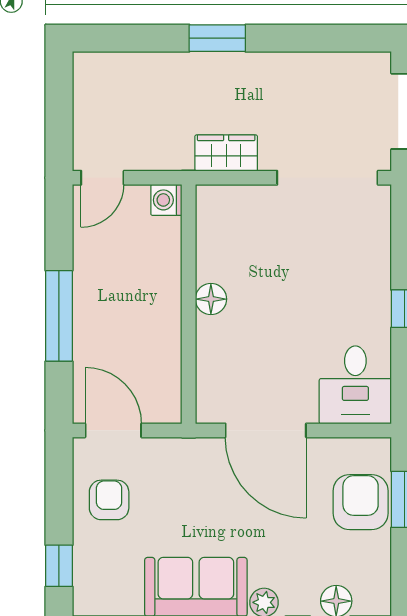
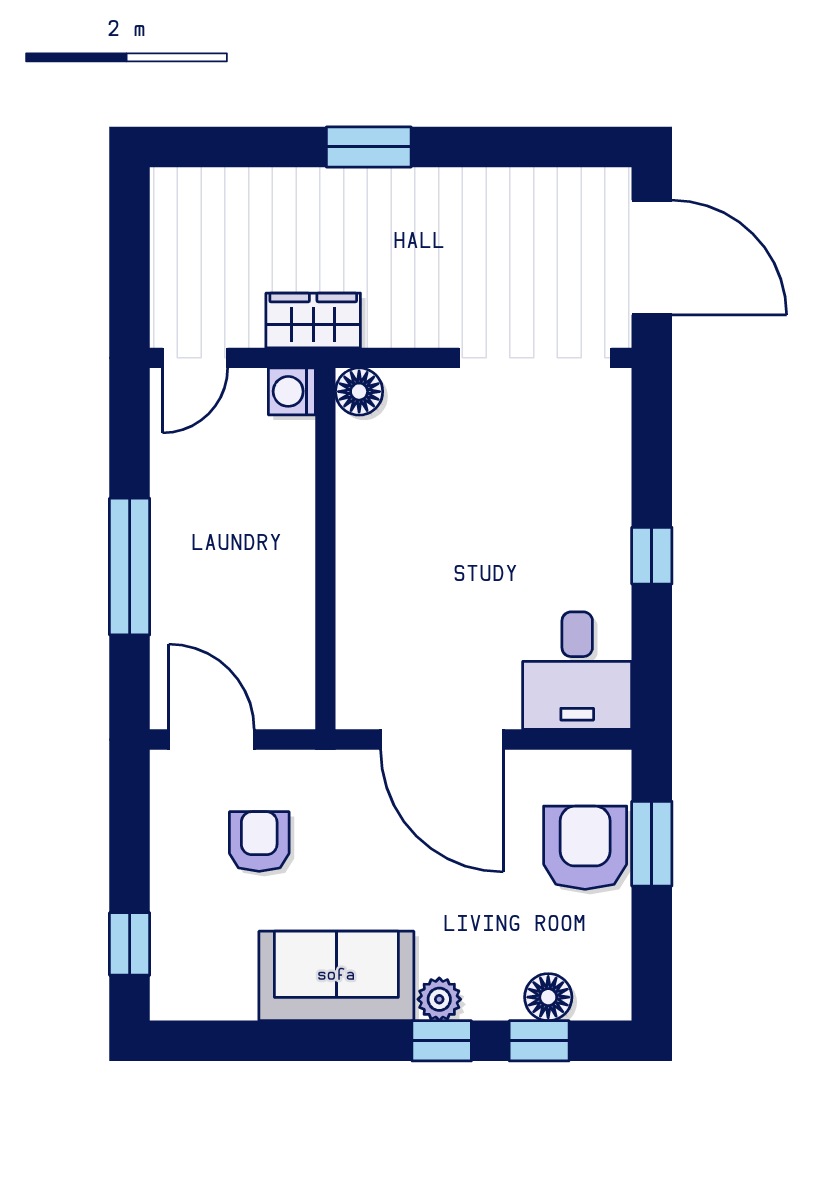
wardrobe: (226, 153) -> (313, 320), moved
floor lamp: (211, 299) -> (359, 392), moved
armchair: (109, 500) -> (259, 842), moved

